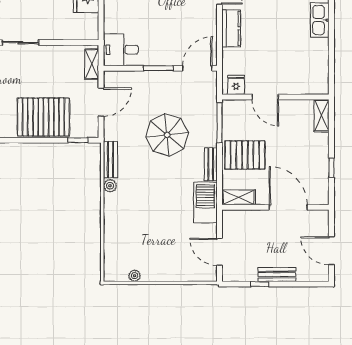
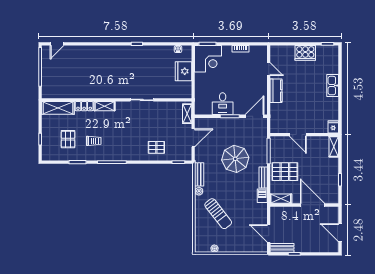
desk: (121, 50) -> (223, 104), moved, turned -90
fridge: (236, 85) -> (333, 127), moved
pallet: (43, 117) -> (156, 147), width x0.49, depth x0.50
barbecue: (205, 202) -> (262, 196), width x0.53, depth x0.65
sun lounger: (140, 221) -> (218, 214), added
bench: (277, 275) -> (282, 248), moved

